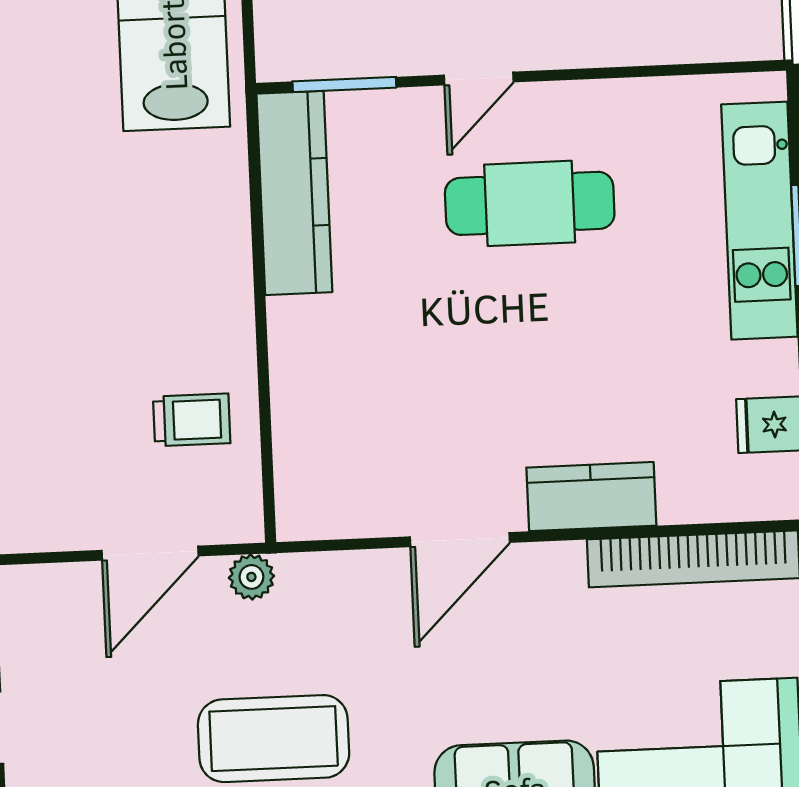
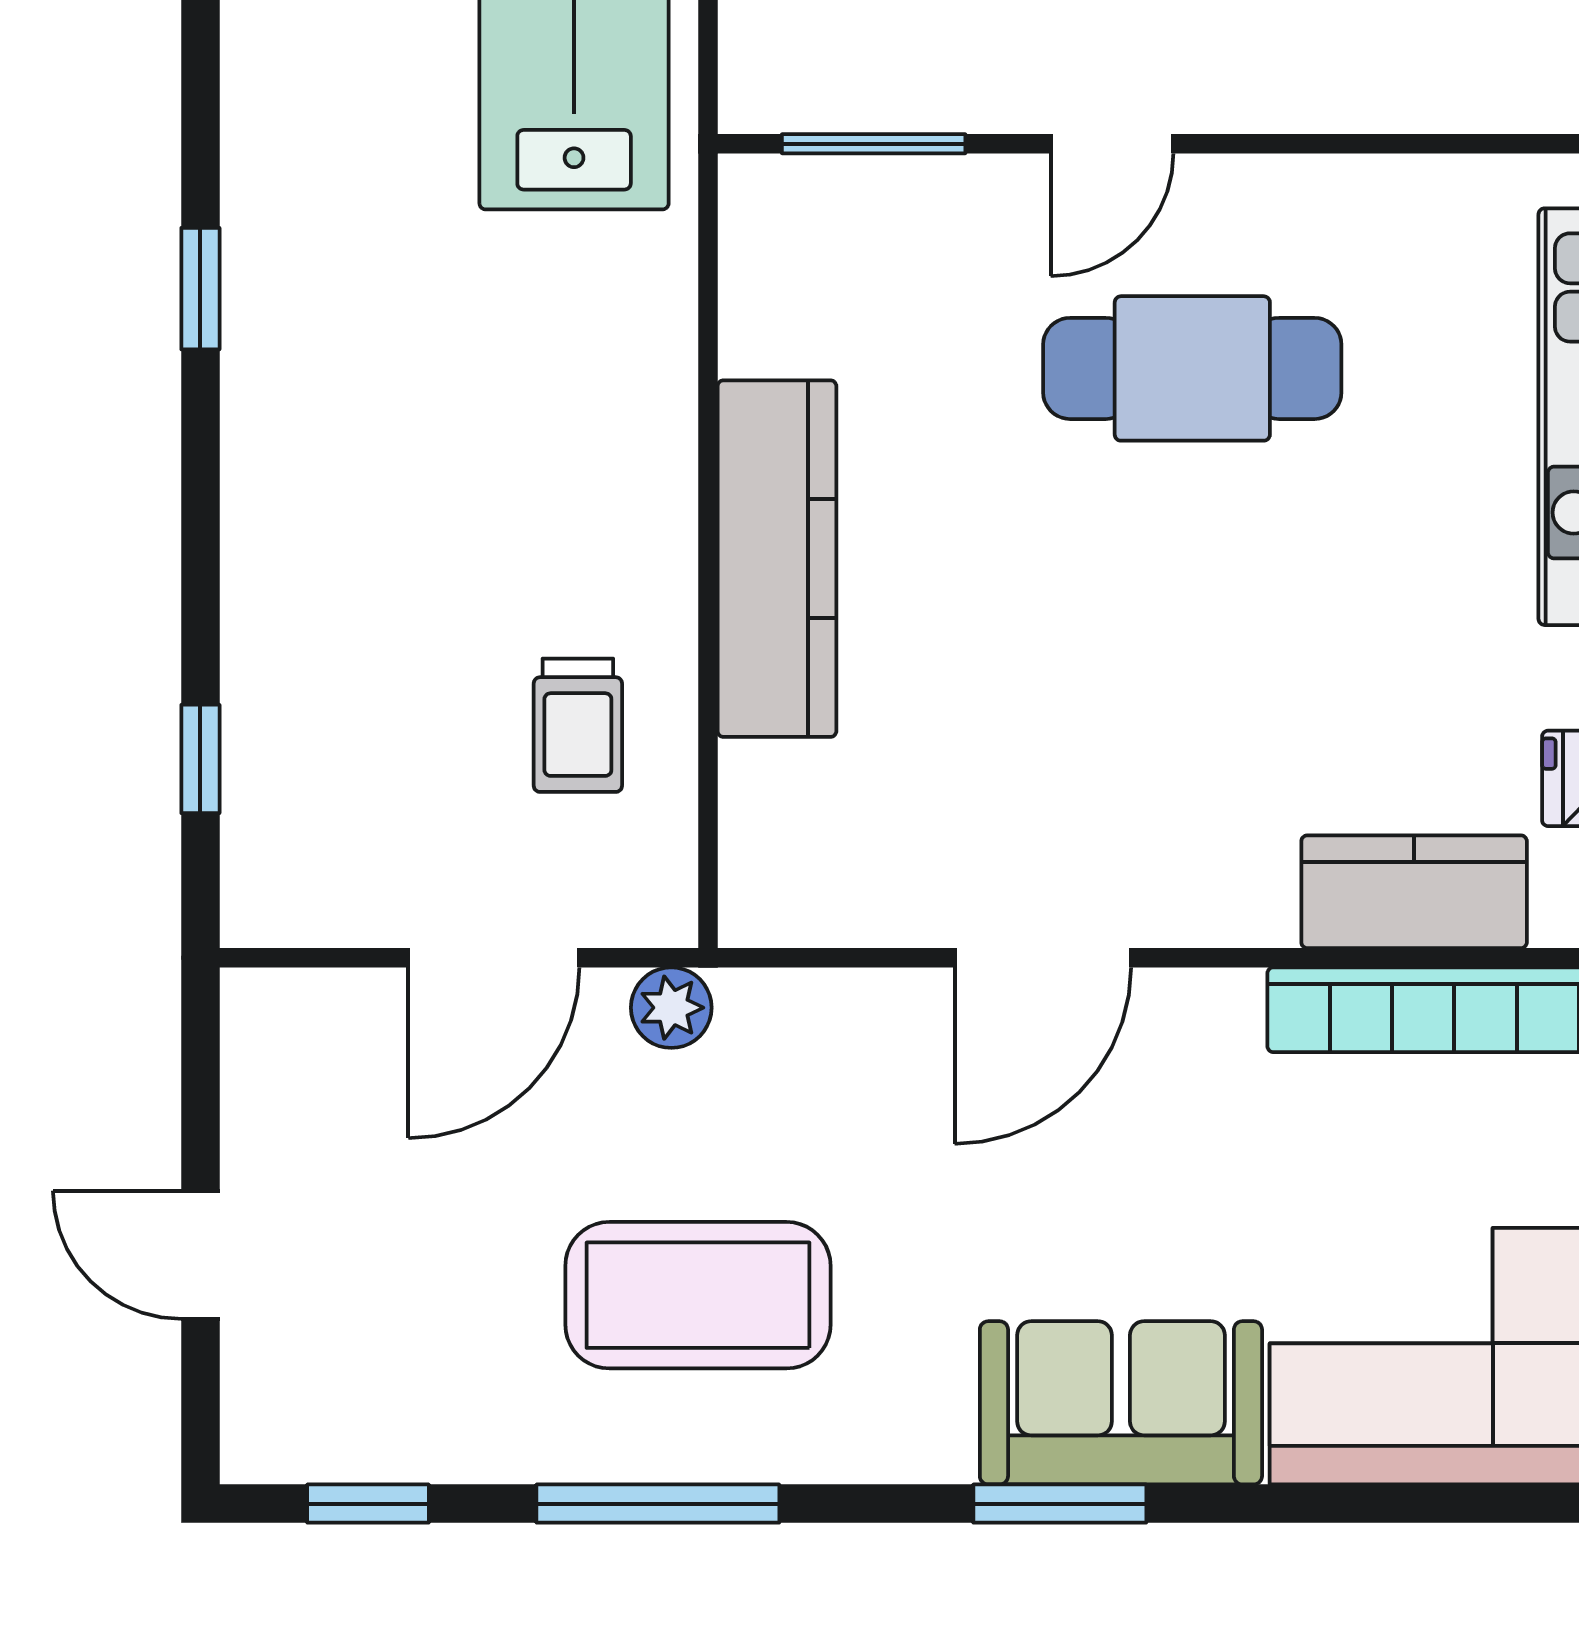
kitchen counter: (294, 193) -> (777, 559), moved
trolley: (192, 420) -> (578, 725), turned 90
kitchen counter: (591, 497) -> (1414, 892), moved

